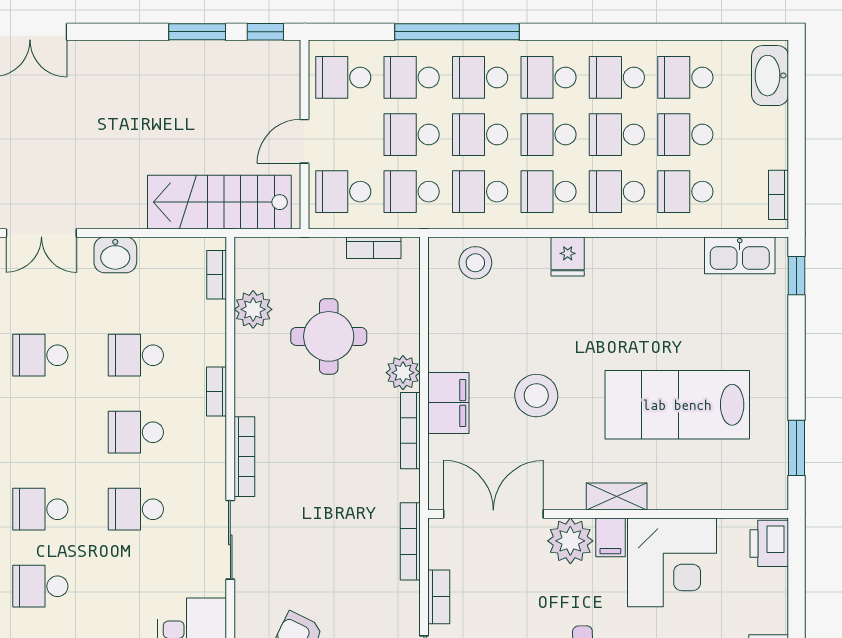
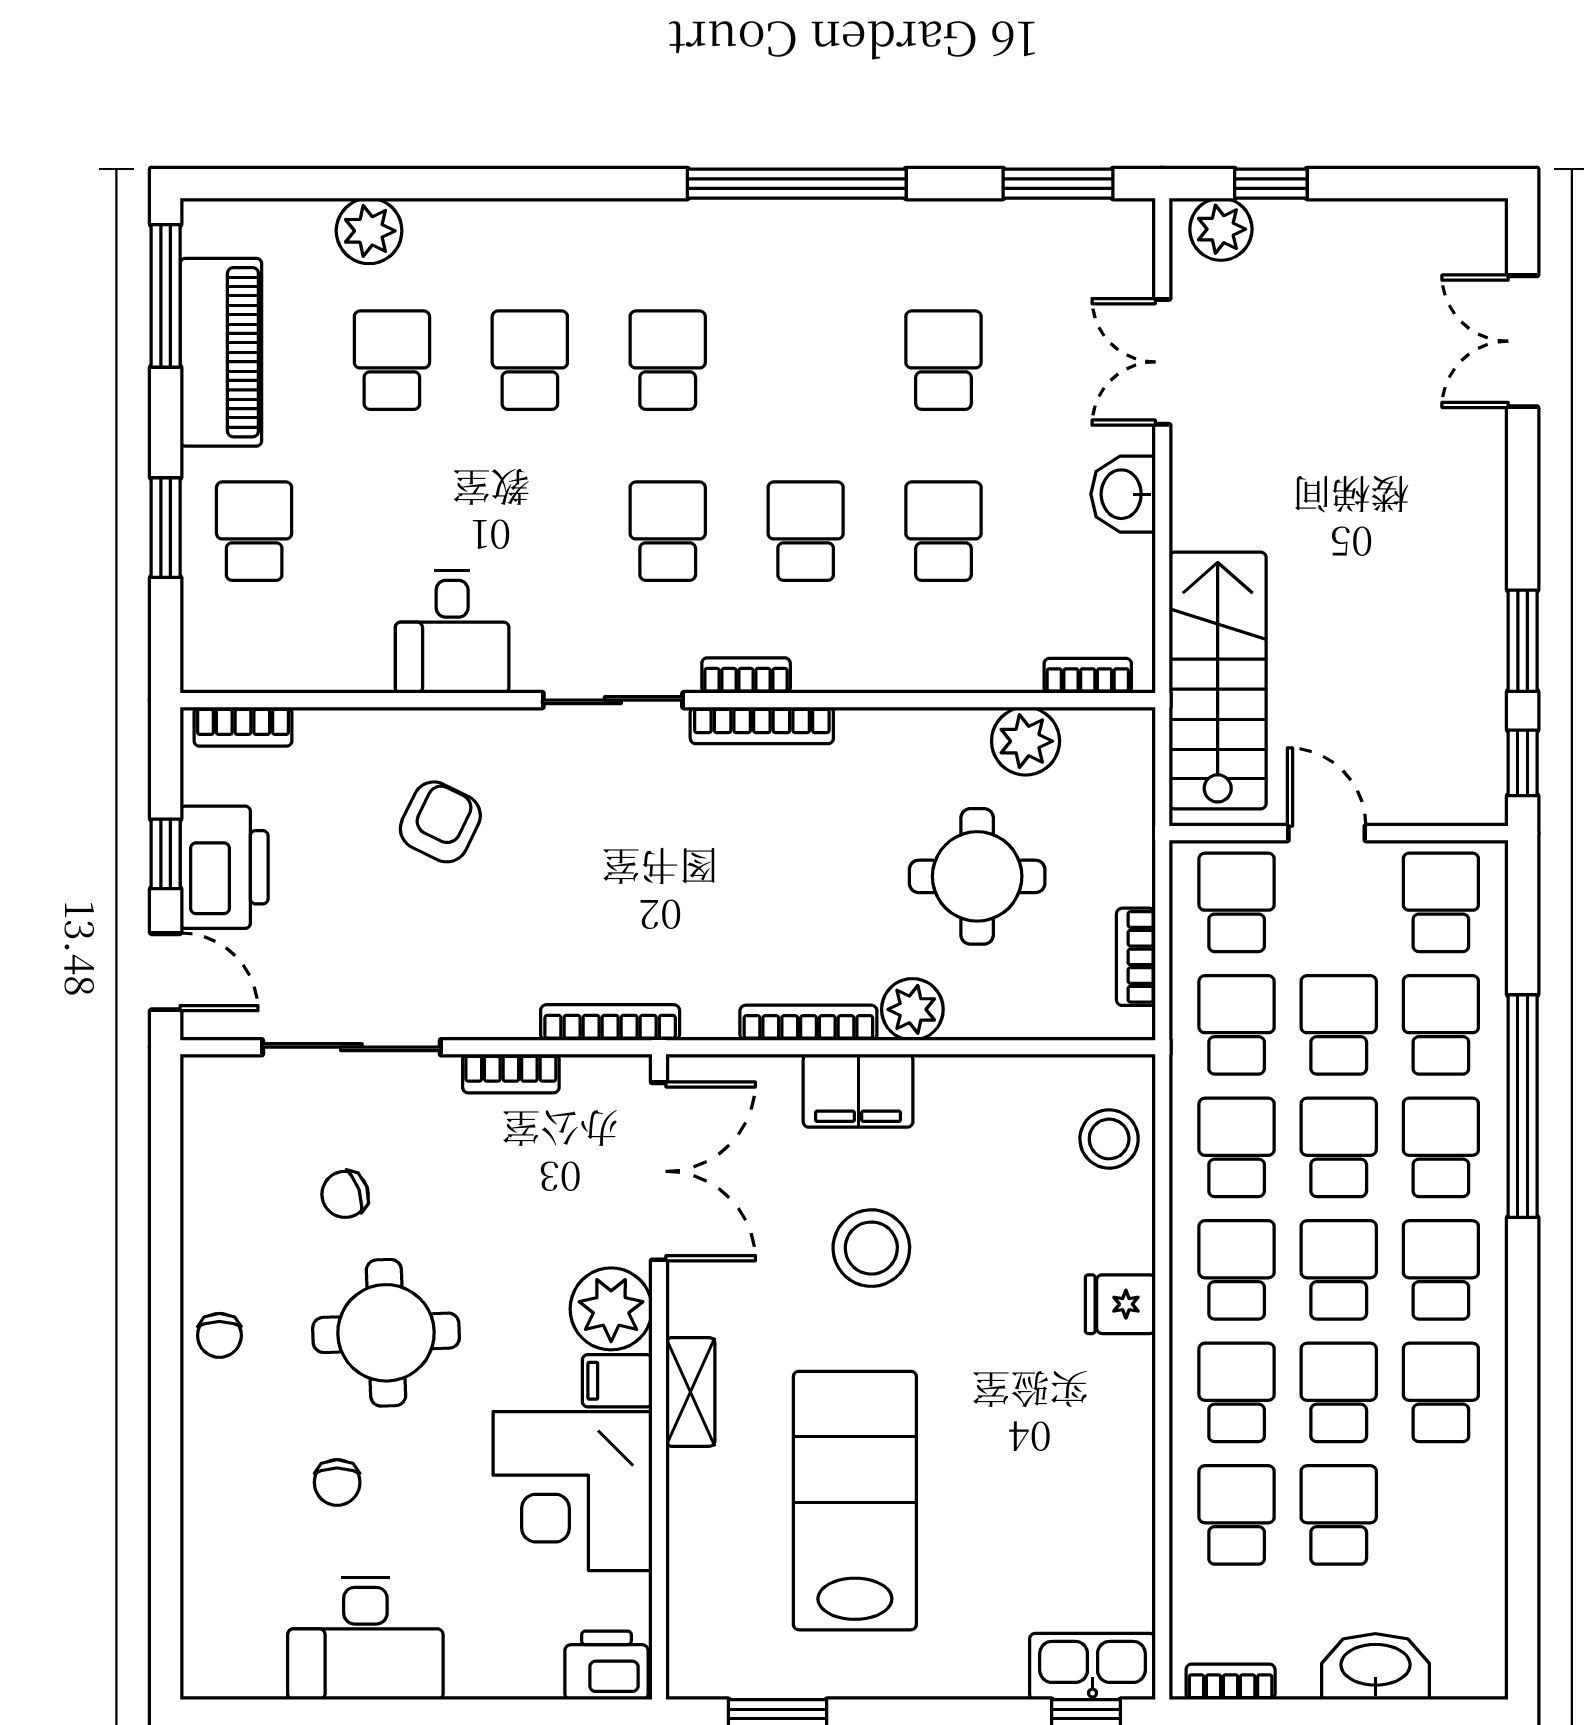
washbasin: (770, 76) -> (1375, 1667), moved
school desk: (685, 77) -> (1441, 1515), removed
kitchen sink: (740, 255) -> (1092, 1667), moved, turned 90
bookcase: (217, 391) -> (746, 675), moved

